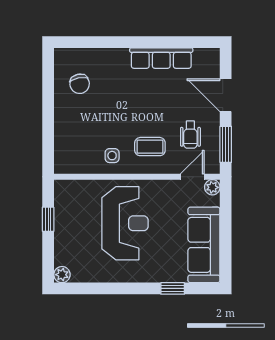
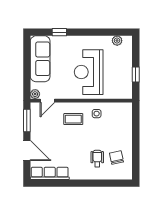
row of seats: (161, 58) -> (50, 173), moved
wheelchair: (190, 135) -> (97, 159), moved
plant: (62, 275) -> (117, 41), moved

